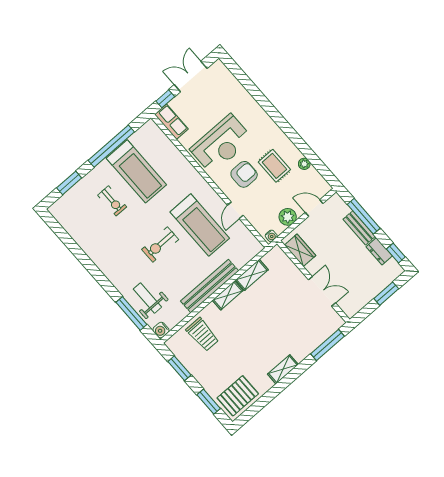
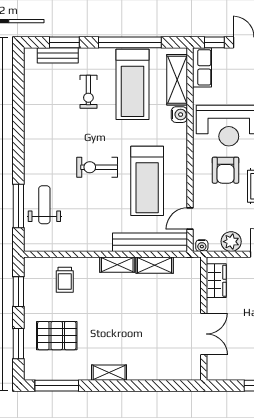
shelving: (162, 144) -> (177, 80), added
armchair: (244, 174) -> (226, 170), turned 90
bench: (72, 195) -> (58, 55), added
door: (235, 210) -> (190, 218), moved
bench: (210, 286) -> (150, 242), moved
water cooler: (161, 330) -> (179, 115), moved, turned 180
trolley: (203, 335) -> (65, 280), width x0.73, depth x0.72
window: (327, 345) -> (57, 386), moved
pallet: (238, 396) -> (57, 336), moved

